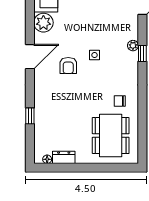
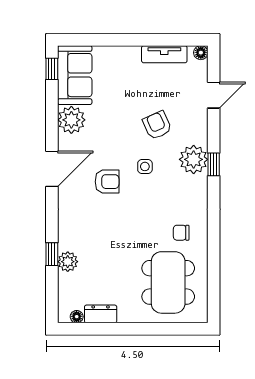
armchair: (103, 26) -> (157, 125), added
plant: (133, 46) -> (194, 159), width x1.88, depth x1.88
armchair: (68, 65) -> (107, 182), turned -90
plant: (41, 121) -> (68, 262), added

